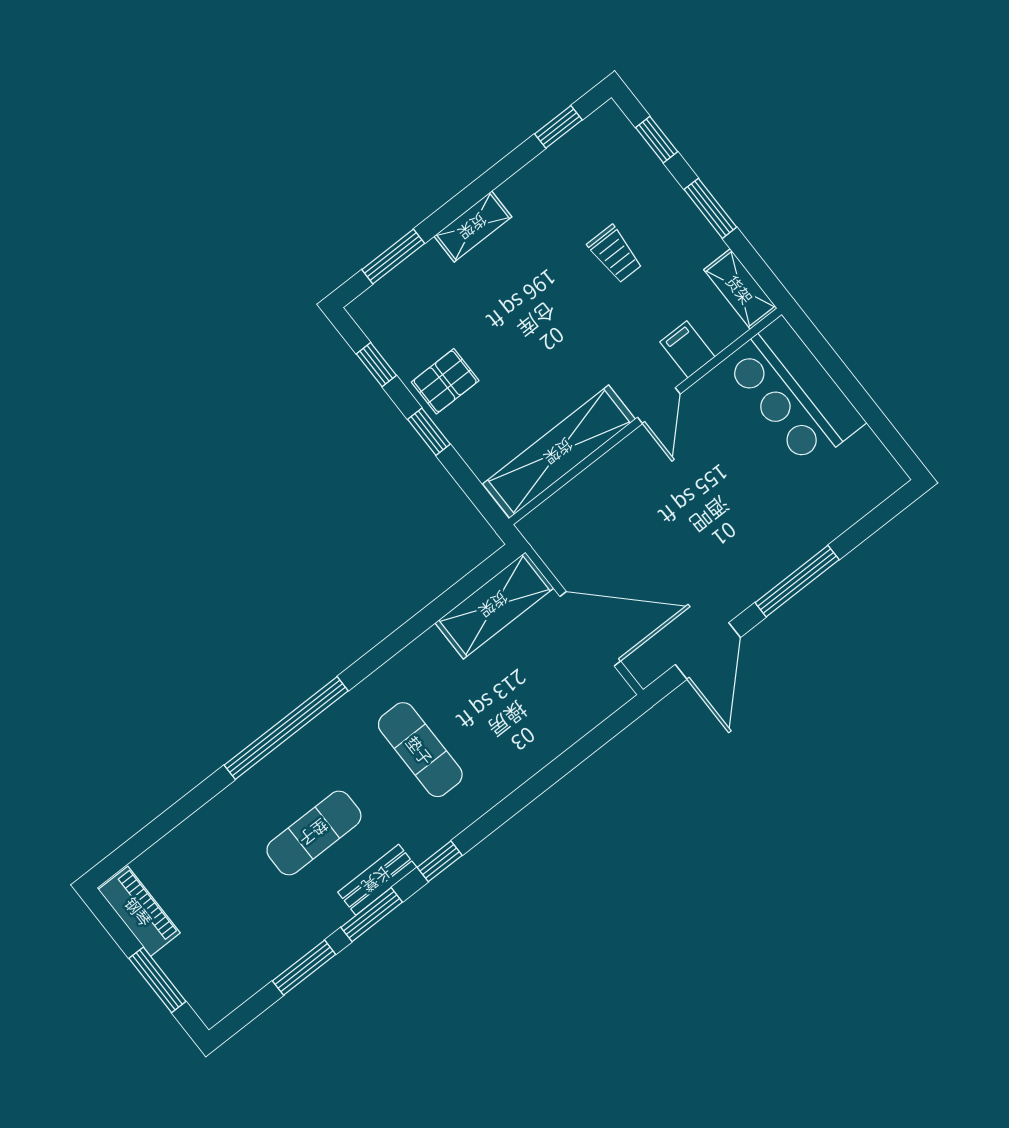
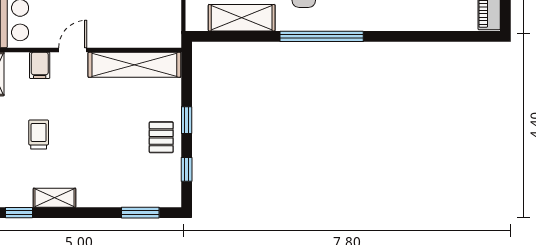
shelving: (473, 227) -> (55, 198), moved
pallet: (445, 381) -> (161, 137), turned 90
shelving: (494, 605) -> (242, 18), moved
window: (286, 728) -> (322, 36), moved

